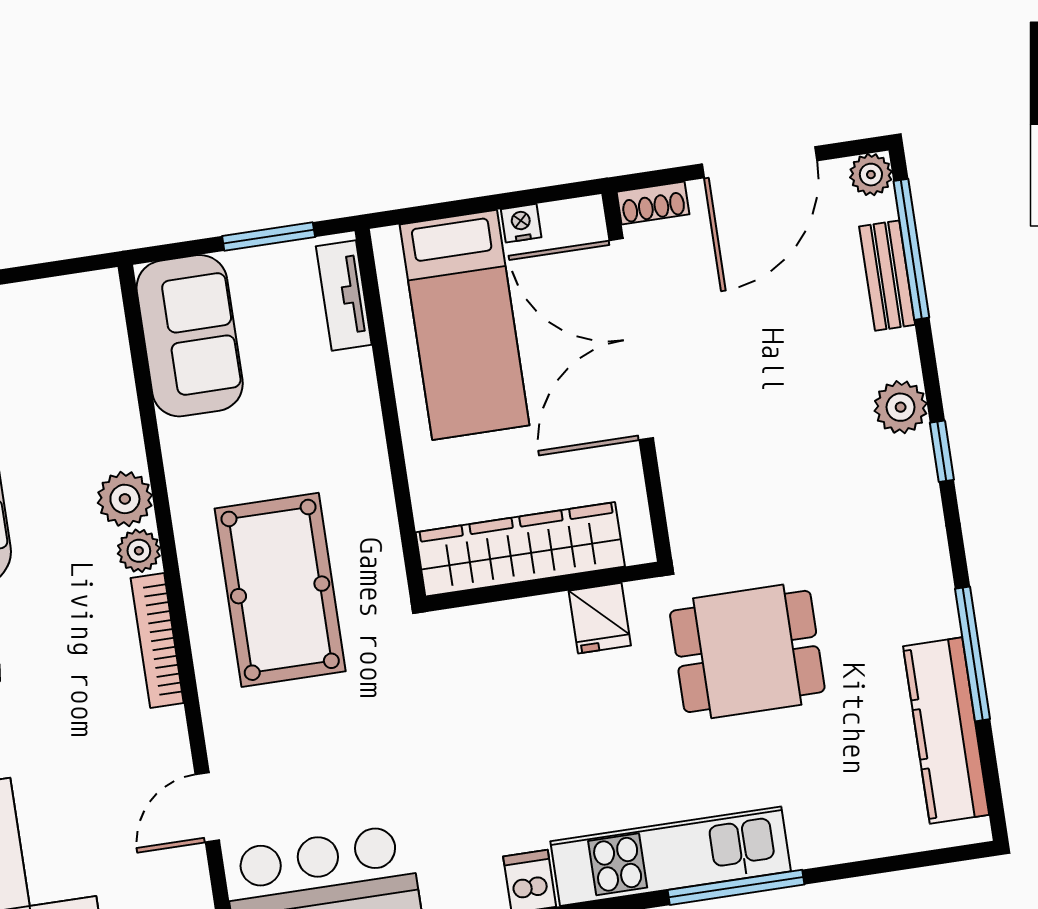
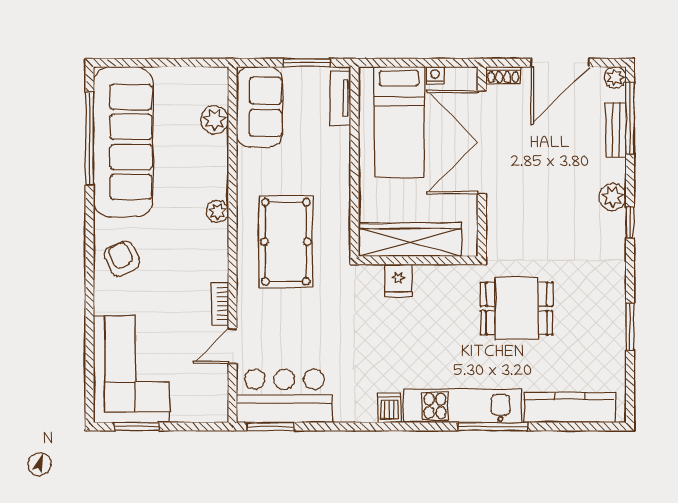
plant: (125, 499) -> (214, 120), moved
fridge: (600, 618) -> (398, 280), moved
bookcase: (157, 640) -> (220, 304), moved, width x0.64
window: (973, 654) -> (630, 327), width x0.69
kitchen counter: (946, 730) -> (570, 407), moved, turned 90

